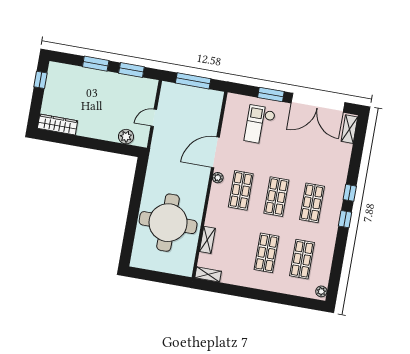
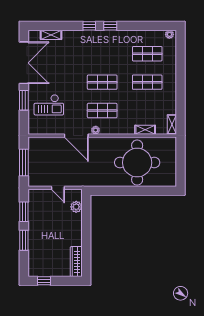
shelving: (349, 129) -> (51, 35), moved
shop shelf: (312, 203) -> (102, 54), removed

